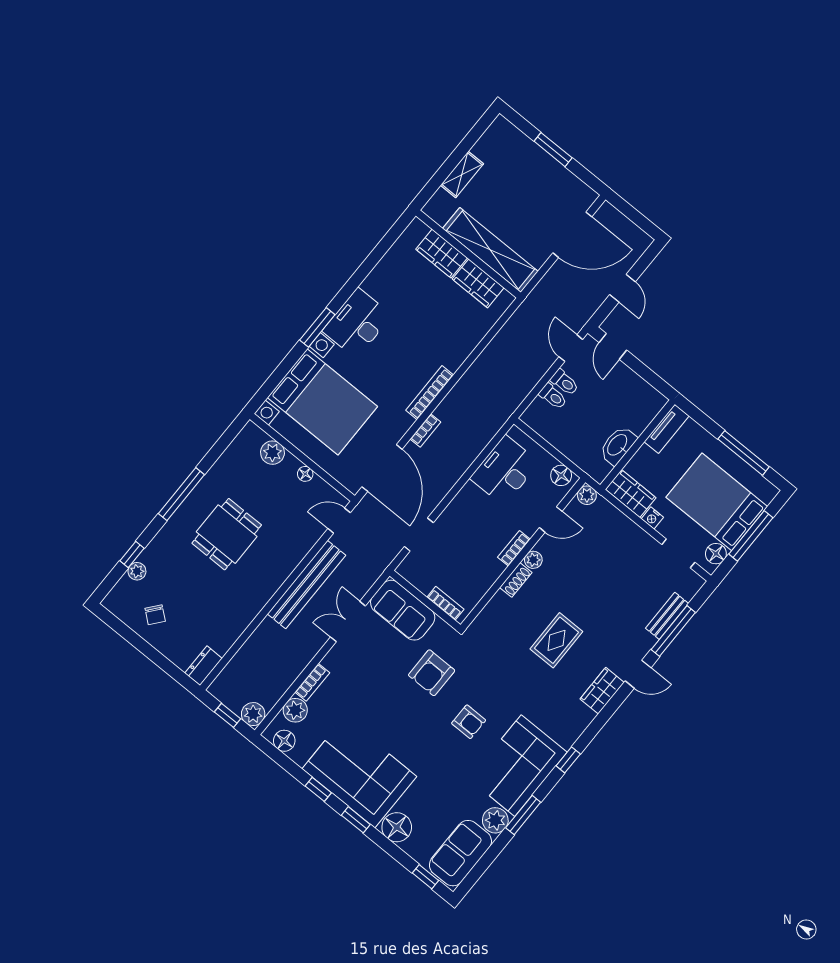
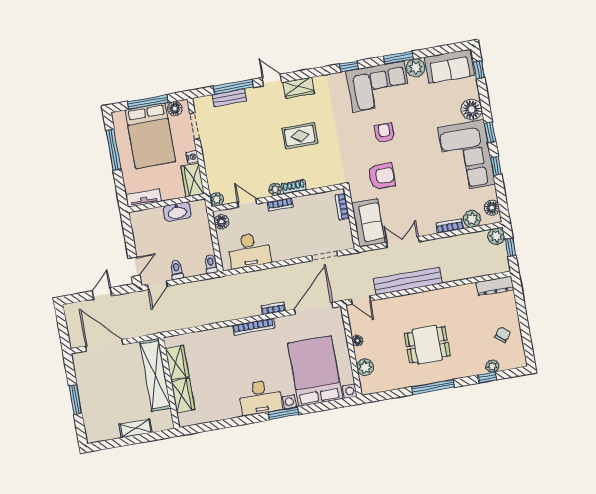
toilet: (553, 396) -> (211, 264), moved
double door: (348, 621) -> (403, 242), swing flipped
dresser: (204, 666) -> (495, 286), width x1.44

